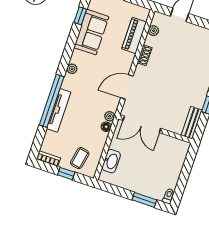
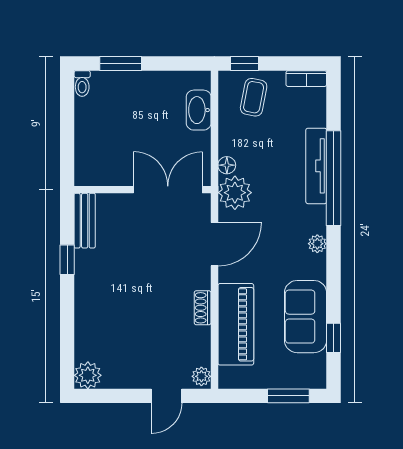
plant: (153, 31) -> (201, 376), moved
piano: (134, 35) -> (236, 324), width x1.37, depth x1.33
plant: (110, 116) -> (235, 193), width x1.88, depth x1.88
window: (66, 174) -> (244, 63), moved

